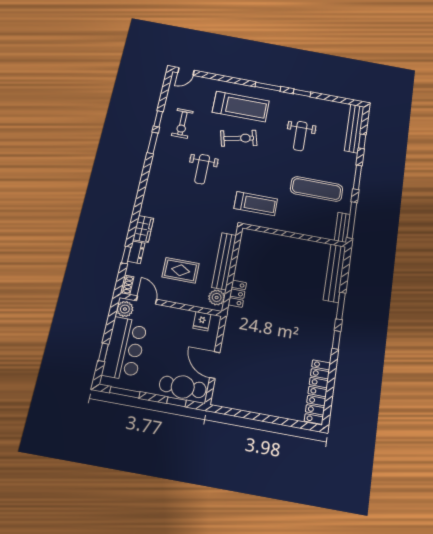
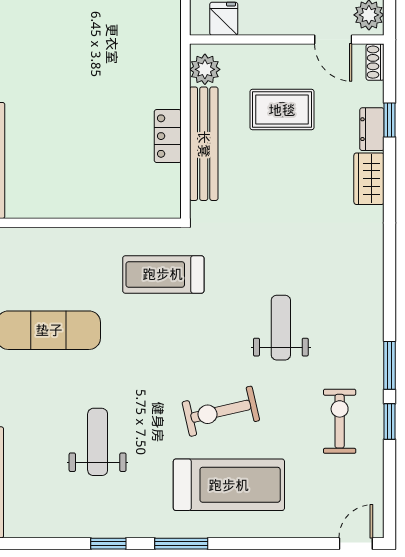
treadmill: (241, 107) -> (229, 485), turned 180
locker: (237, 294) -> (168, 136), moved

